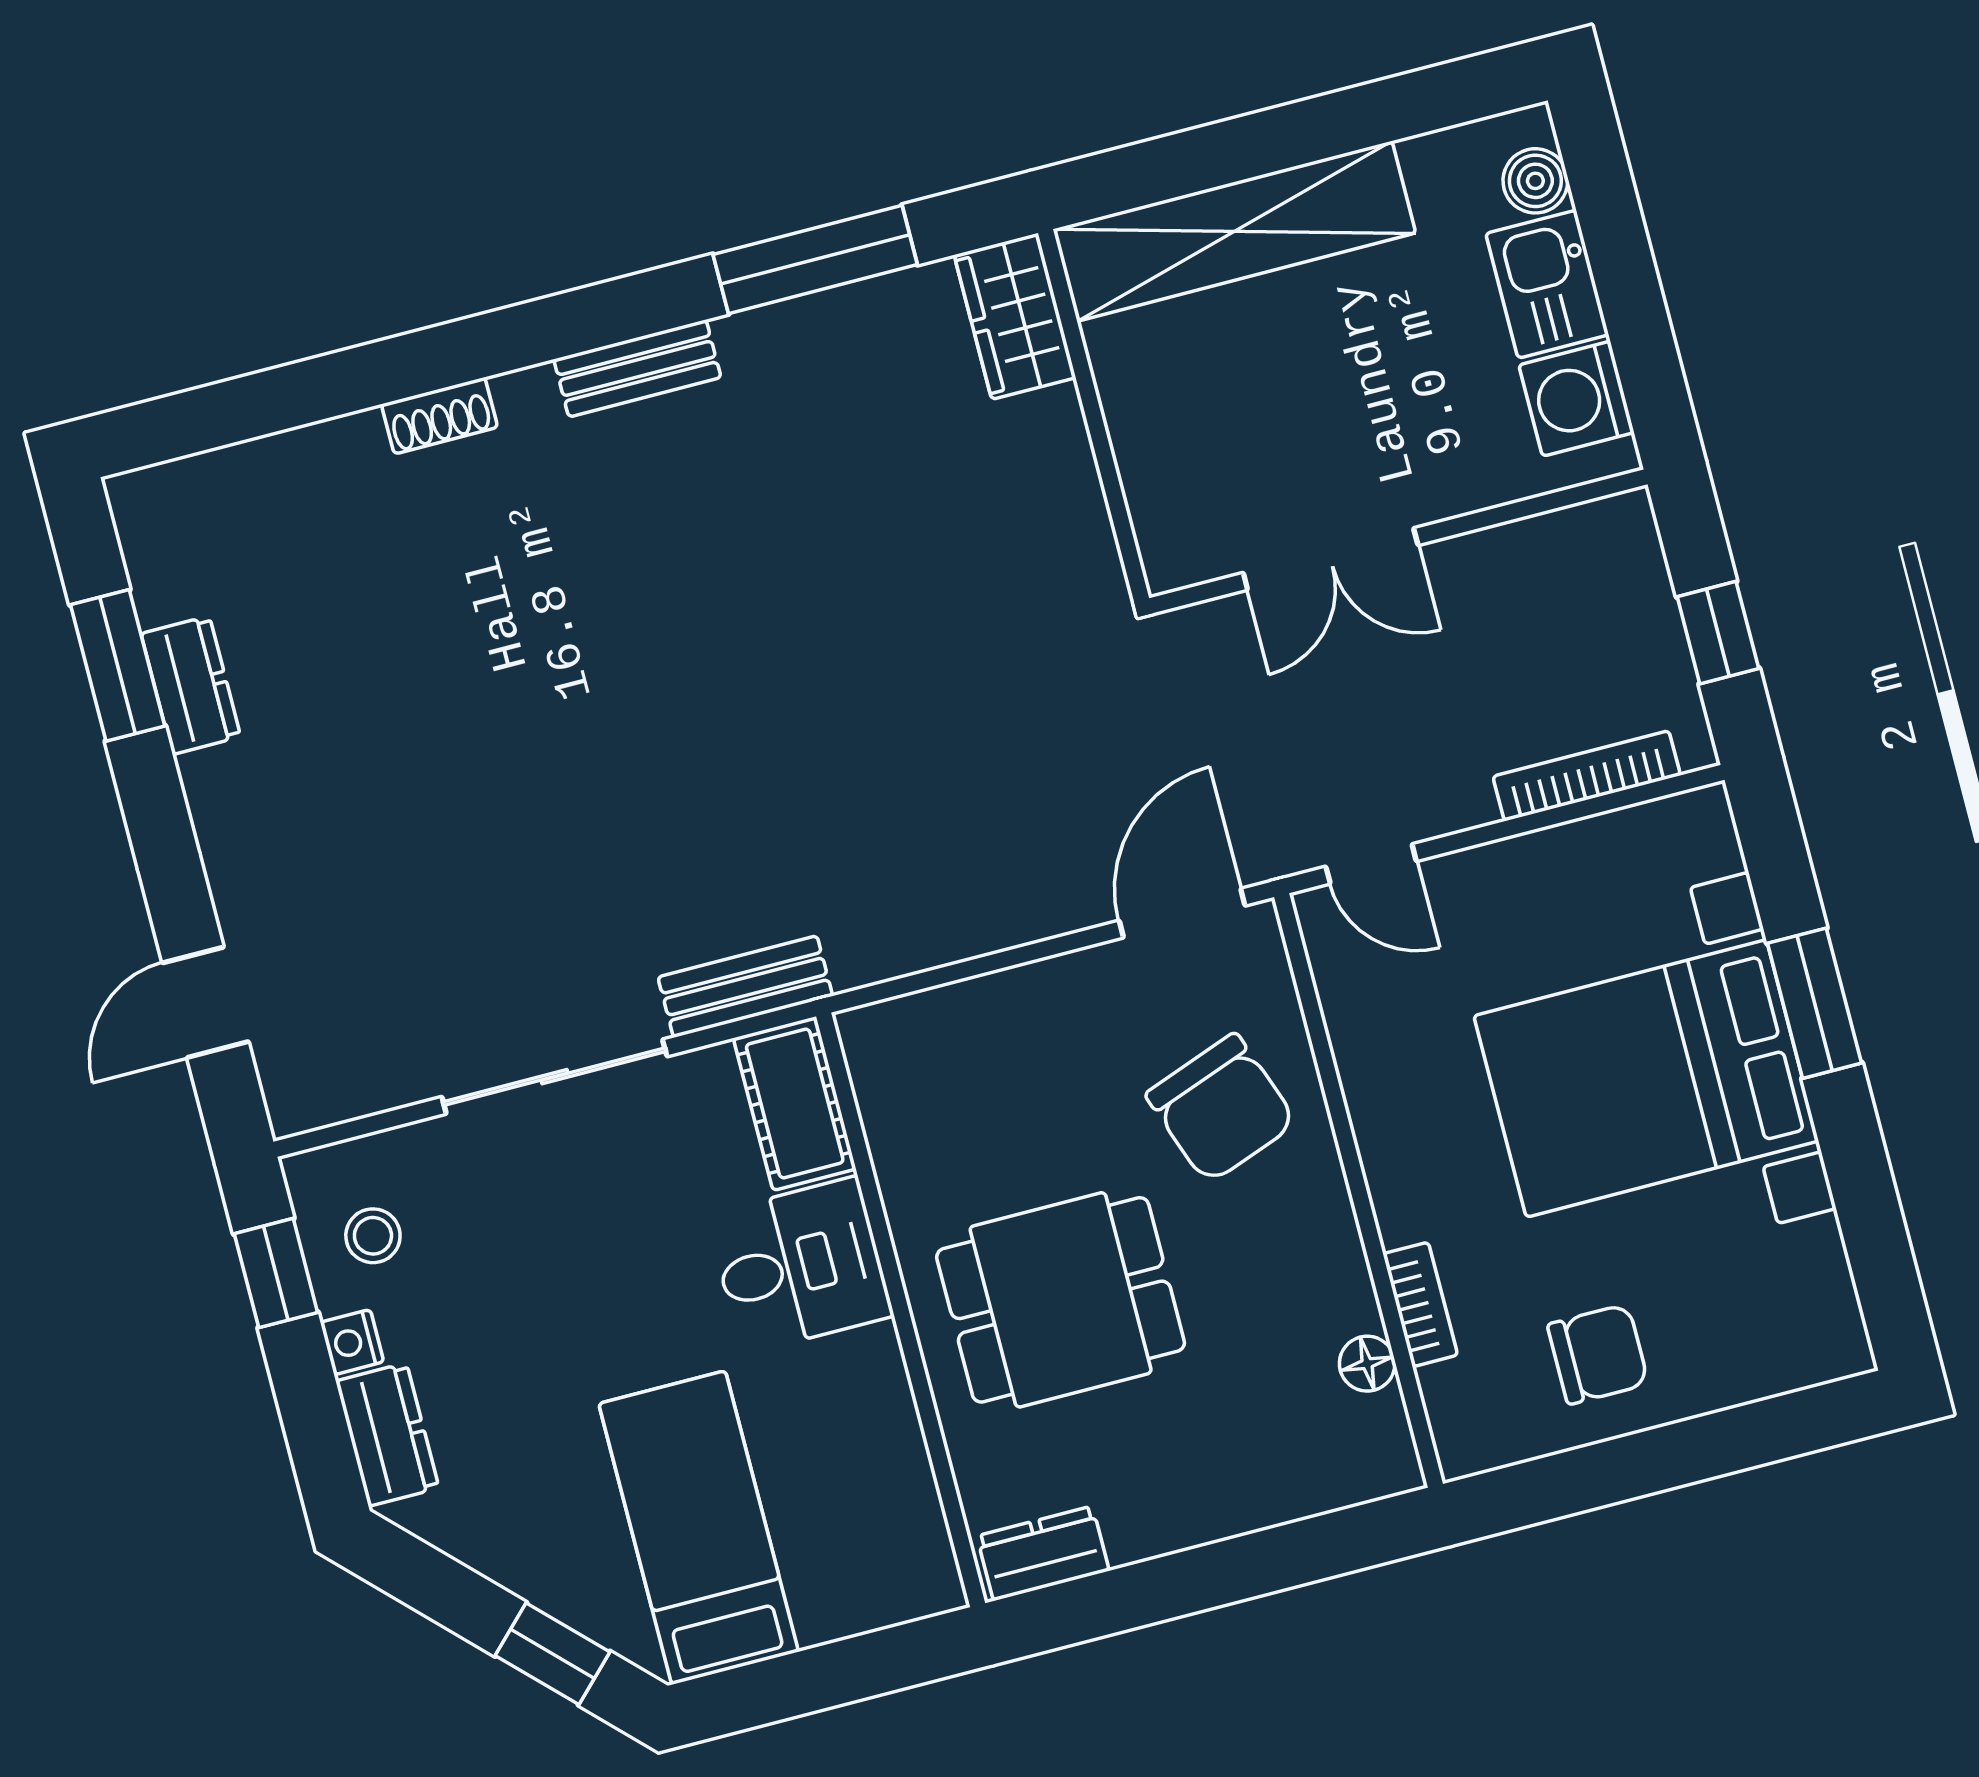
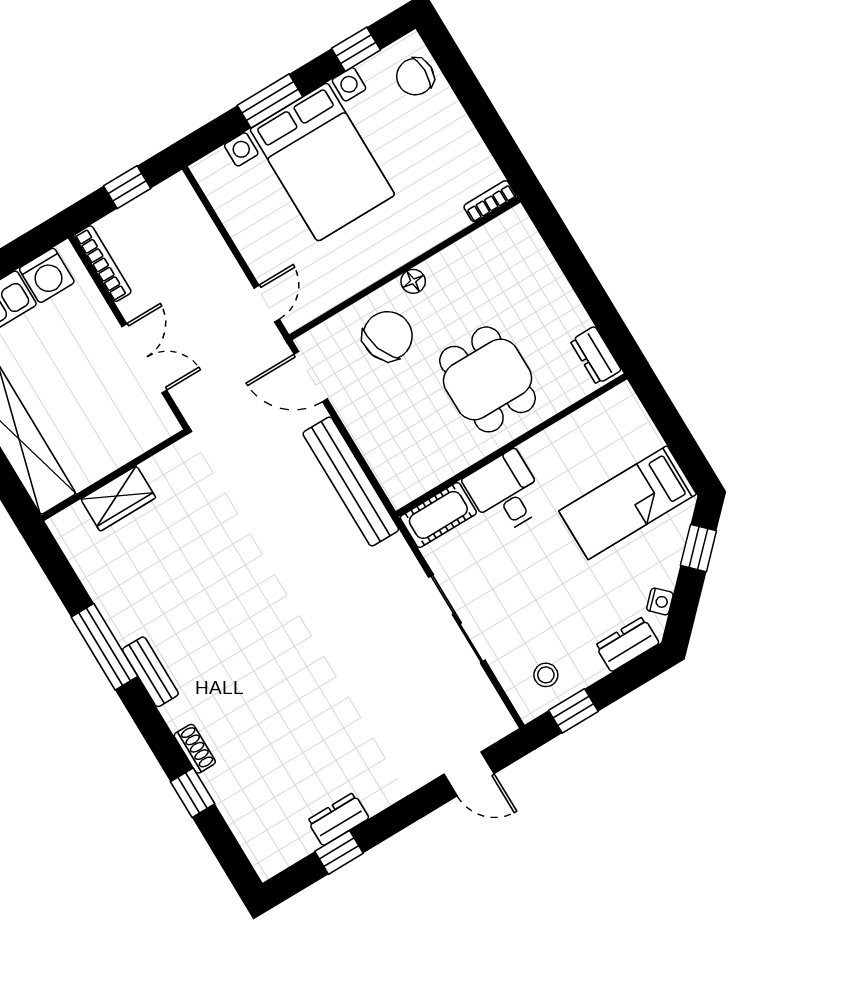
window: (815, 259) -> (105, 647), moved
wardrobe: (1015, 316) -> (118, 498), moved
window: (344, 382) -> (193, 793), added
window: (118, 665) -> (339, 852), width x0.67
bookcase: (1587, 776) -> (103, 264), moved, turned 180
bench: (745, 987) -> (351, 482), moved, width x1.86, depth x1.21
window: (1872, 1226) -> (356, 49), added
bookcase: (1420, 1304) -> (490, 201), moved
nightstand: (352, 1342) -> (660, 601), moved, turned -45
chair: (1598, 1354) -> (415, 77), moved, turned -90
floor lamp: (1367, 1364) -> (413, 281), moved

